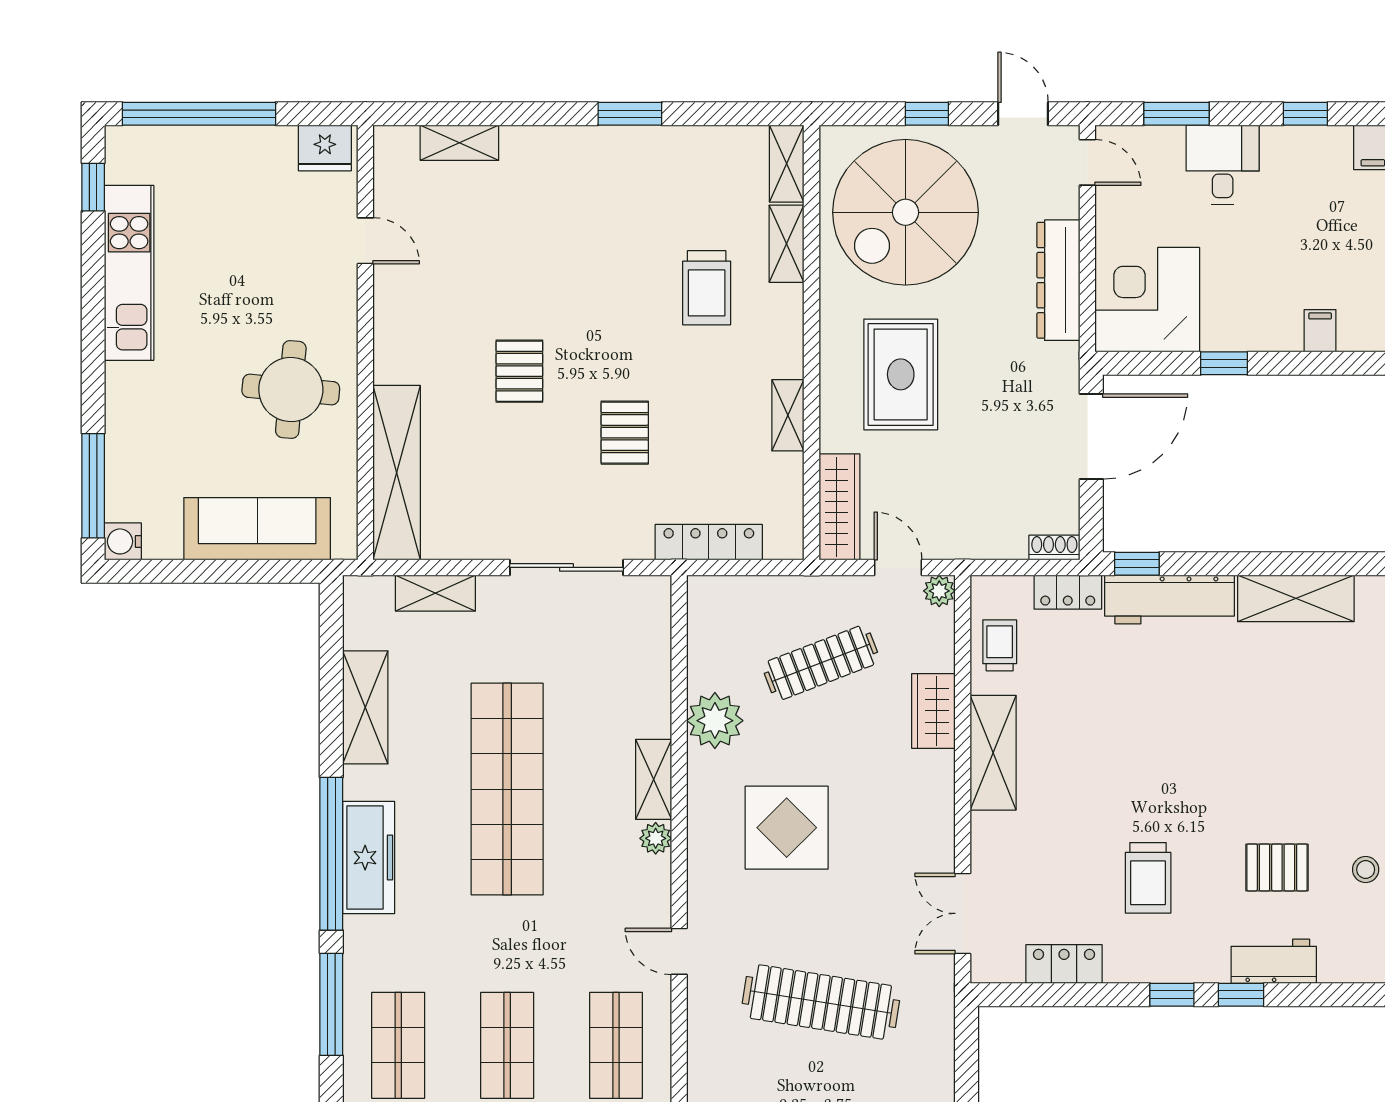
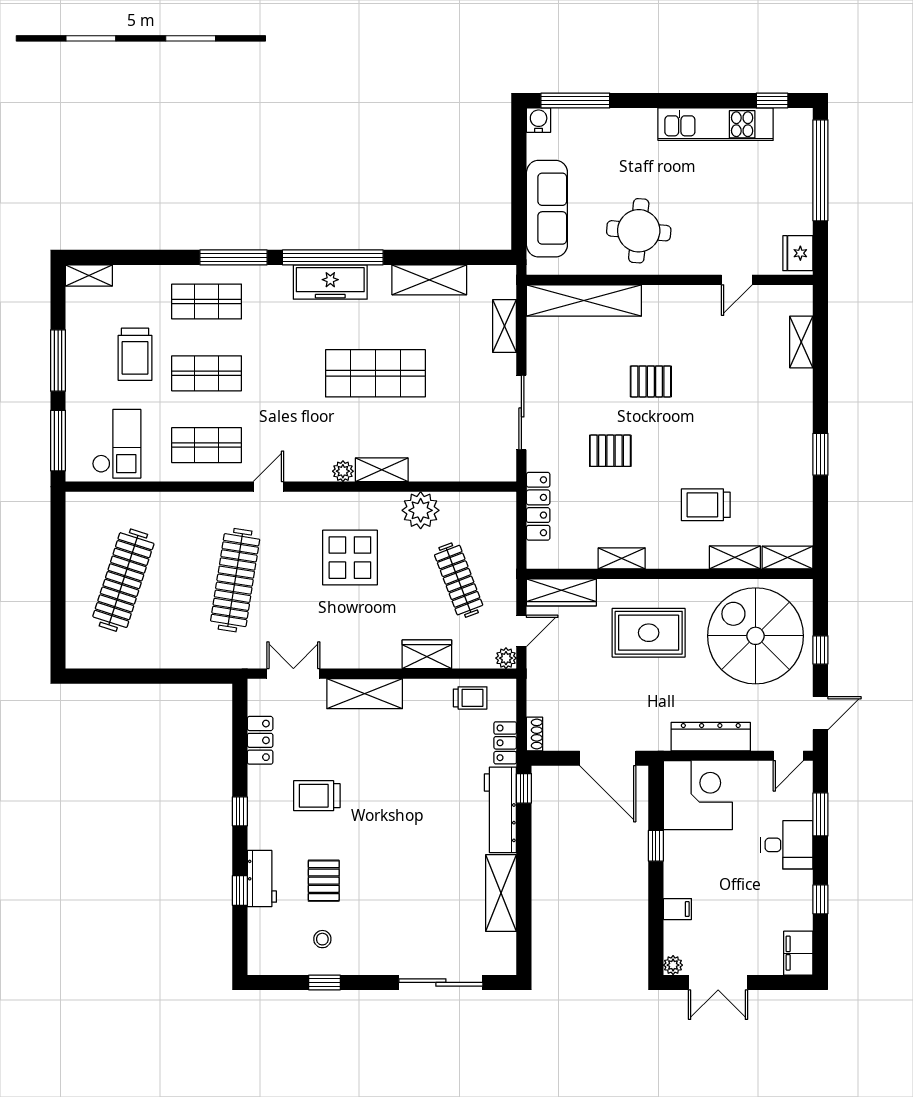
shelving: (993, 753) -> (365, 694), moved
shop shelf: (507, 789) -> (375, 373), width x0.71
window: (1241, 995) -> (240, 891), moved

